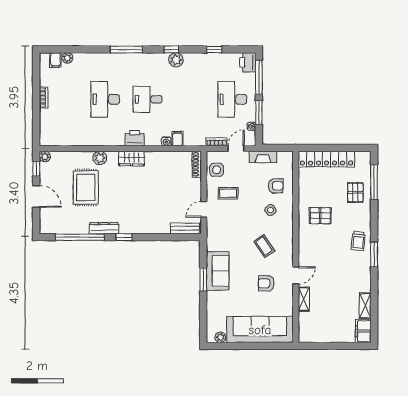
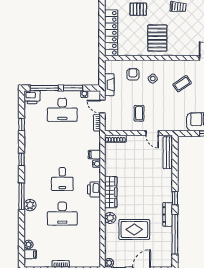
plant: (176, 60) -> (30, 205), moved
wardrobe: (132, 159) -> (111, 192), width x1.50
side table: (217, 170) -> (120, 123), removed
pallet: (320, 216) -> (157, 38), width x1.50, depth x1.42
bench: (185, 228) -> (168, 153), width x1.36

